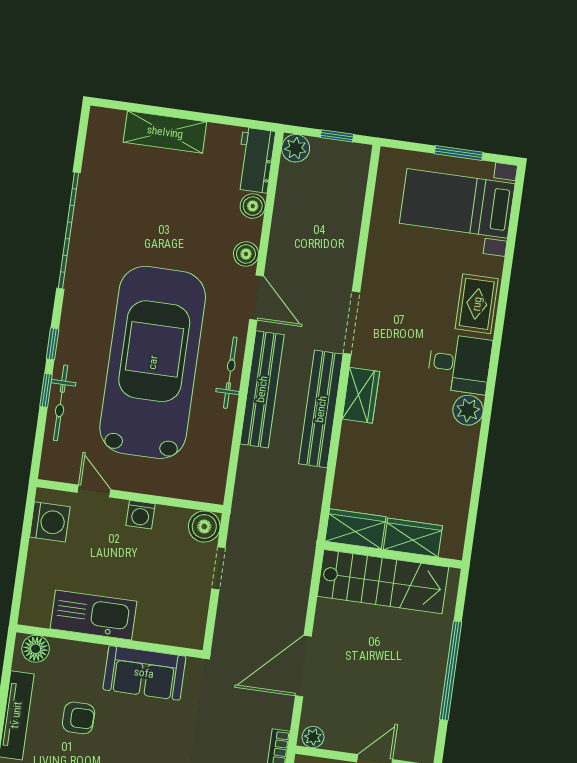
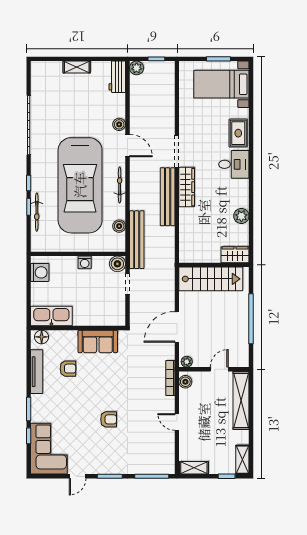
shelving: (165, 132) -> (77, 67), width x0.67, depth x0.75
boiler: (253, 206) -> (119, 226), moved
car: (153, 362) -> (80, 185), turned 180
bench: (262, 389) -> (137, 240), moved
wardrobe: (361, 395) -> (187, 187), width x1.50
plant: (468, 410) -> (241, 216), moved
door: (94, 491) -> (60, 254), removed
wardrobe: (355, 529) -> (193, 254), removed
wardrobe: (413, 538) -> (235, 255), moved
kitchen sink: (93, 615) -> (51, 316), moved

